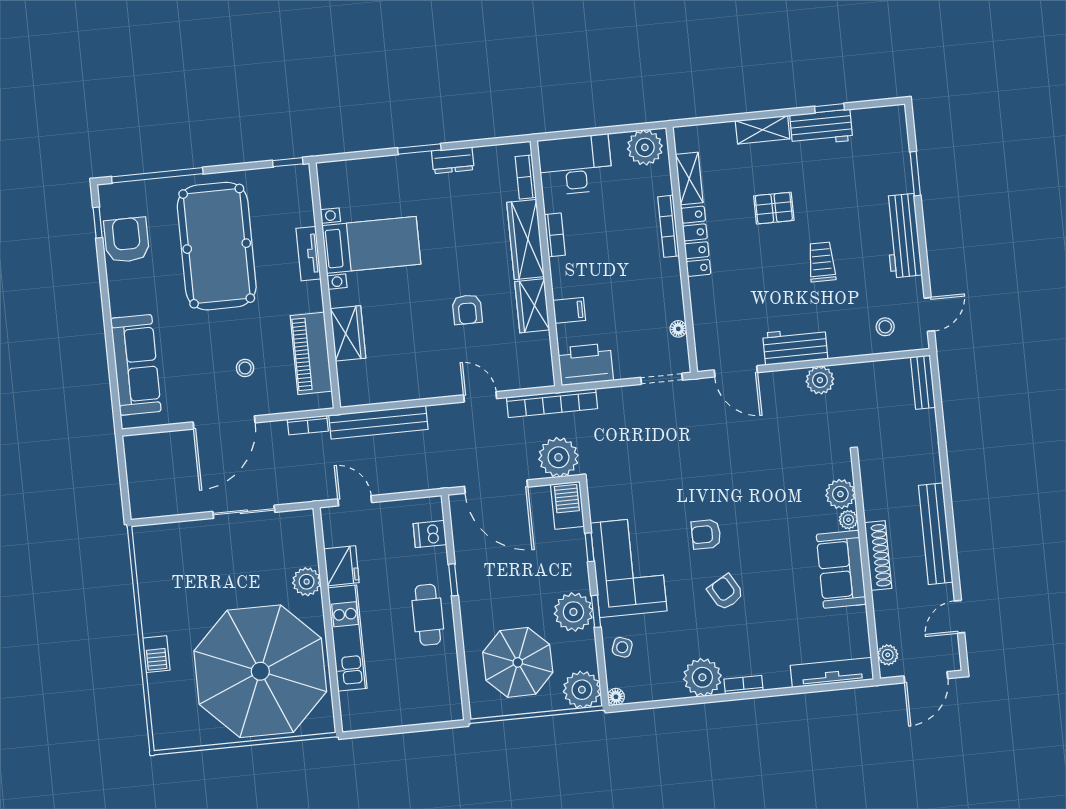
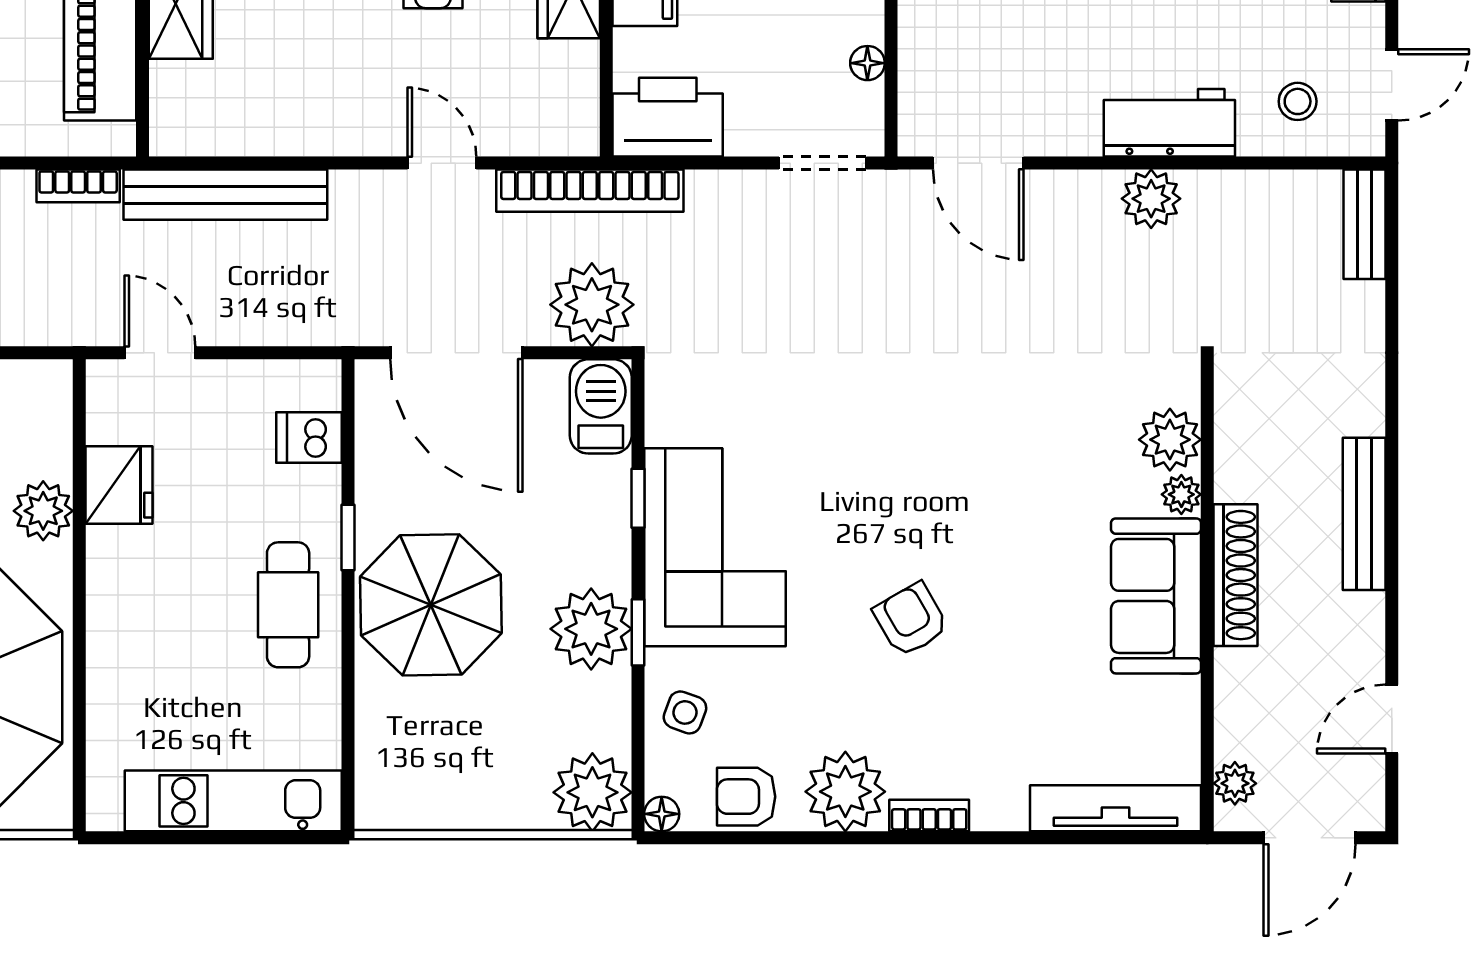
workbench: (795, 346) -> (1169, 123), moved
armchair: (706, 534) -> (746, 797), moved
bench: (936, 534) -> (1364, 514), width x0.73, depth x0.82
kitchen unit: (347, 638) -> (233, 801), moved, turned -90
parasol: (518, 662) -> (431, 605), moved

